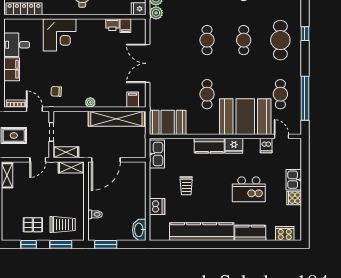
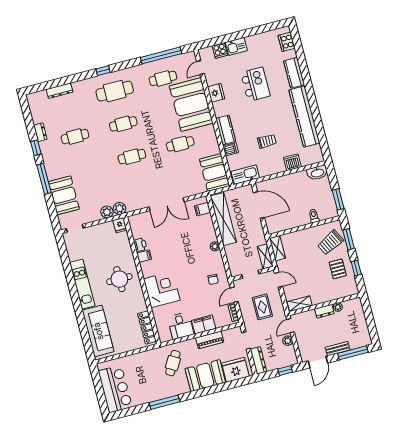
filing cabinet: (125, 26) -> (144, 256), moved
fridge: (234, 146) -> (216, 93), moved
dishwasher: (266, 146) -> (231, 149), moved
door: (106, 160) -> (259, 205), moved
cooker: (294, 198) -> (220, 50), moved
trolley: (63, 224) -> (330, 242), turned -117

